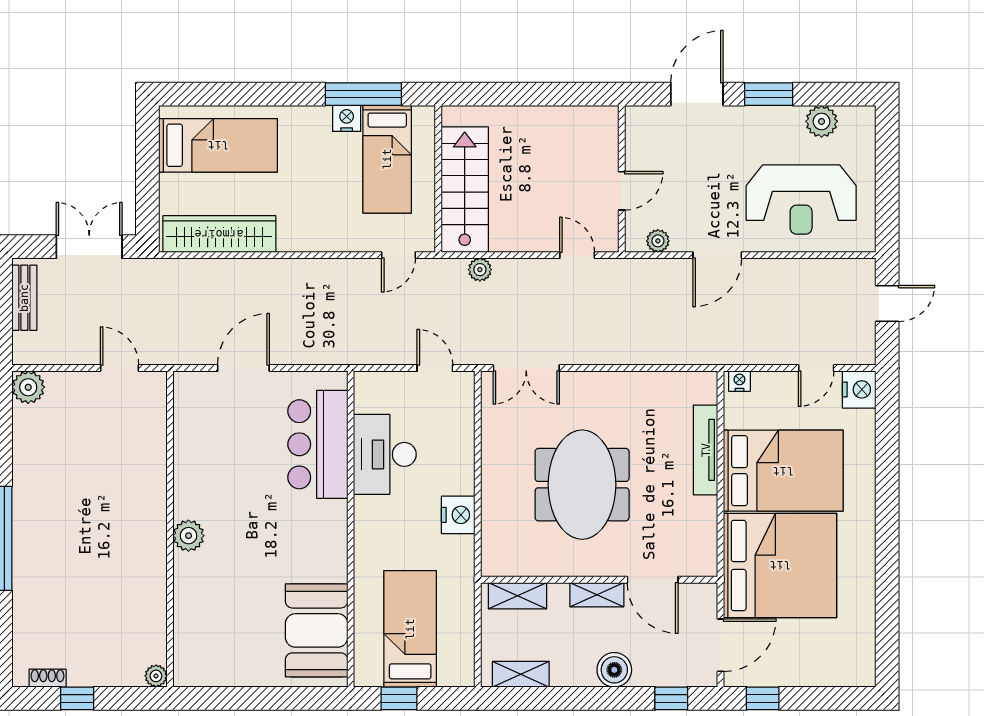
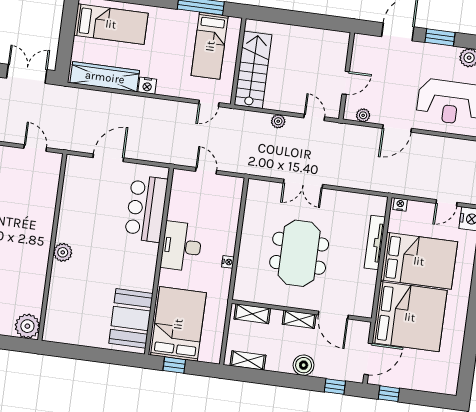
nightstand: (347, 118) -> (147, 86), moved, turned 180
plant: (480, 270) -> (278, 121), moved
door: (435, 368) -> (206, 171), moved
double door: (526, 368) -> (303, 184), moved
desk: (385, 454) -> (181, 246), moved
nightstand: (458, 515) -> (228, 262), width x0.53, depth x0.56
bed: (410, 629) -> (178, 324), width x1.50
plant: (156, 676) -> (27, 326), width x1.87, depth x1.87

